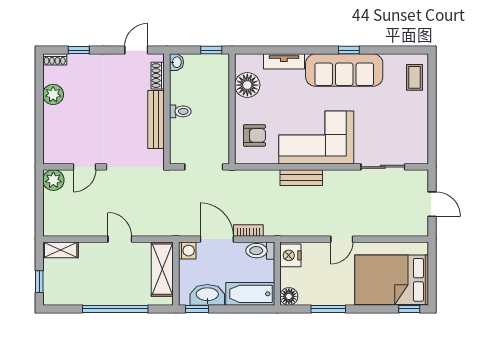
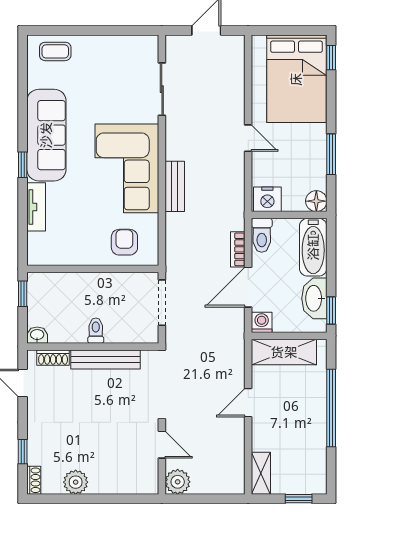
window: (349, 50) -> (23, 165), moved
floor lamp: (247, 85) -> (64, 251), removed

